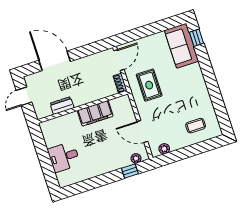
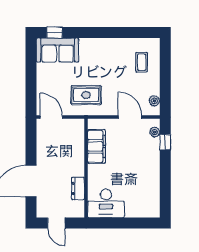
shoe rack: (120, 83) -> (75, 123), removed
filing cabinet: (95, 113) -> (96, 146), moved
door: (142, 132) -> (130, 117), swing flipped
desk: (64, 157) -> (106, 203), moved, width x1.37

